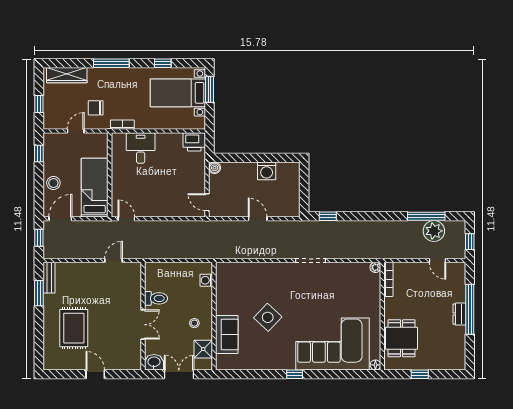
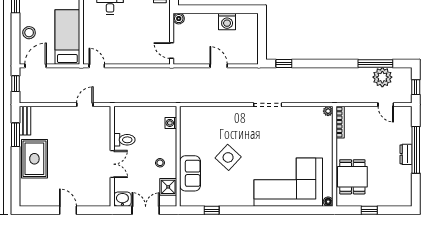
rug: (74, 328) -> (34, 159), moved
window: (295, 374) -> (212, 210), moved

